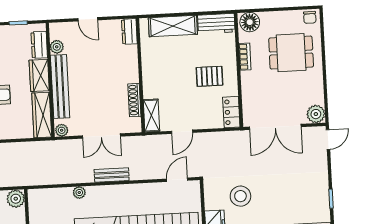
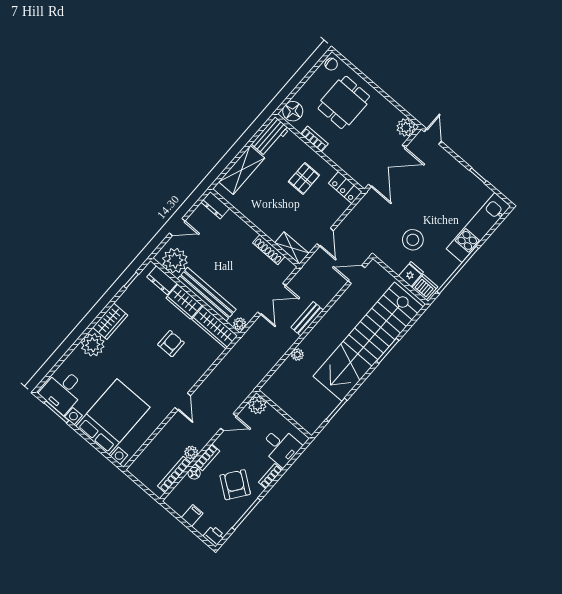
plant: (57, 47) -> (175, 261), width x1.88, depth x1.88
door: (177, 180) -> (356, 274), hinge flipped

